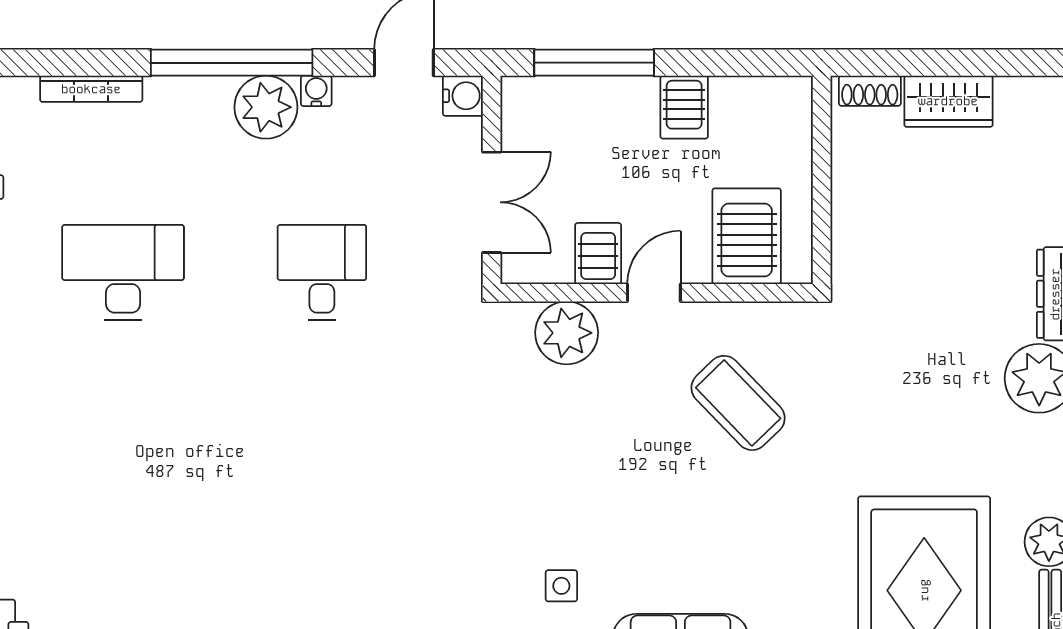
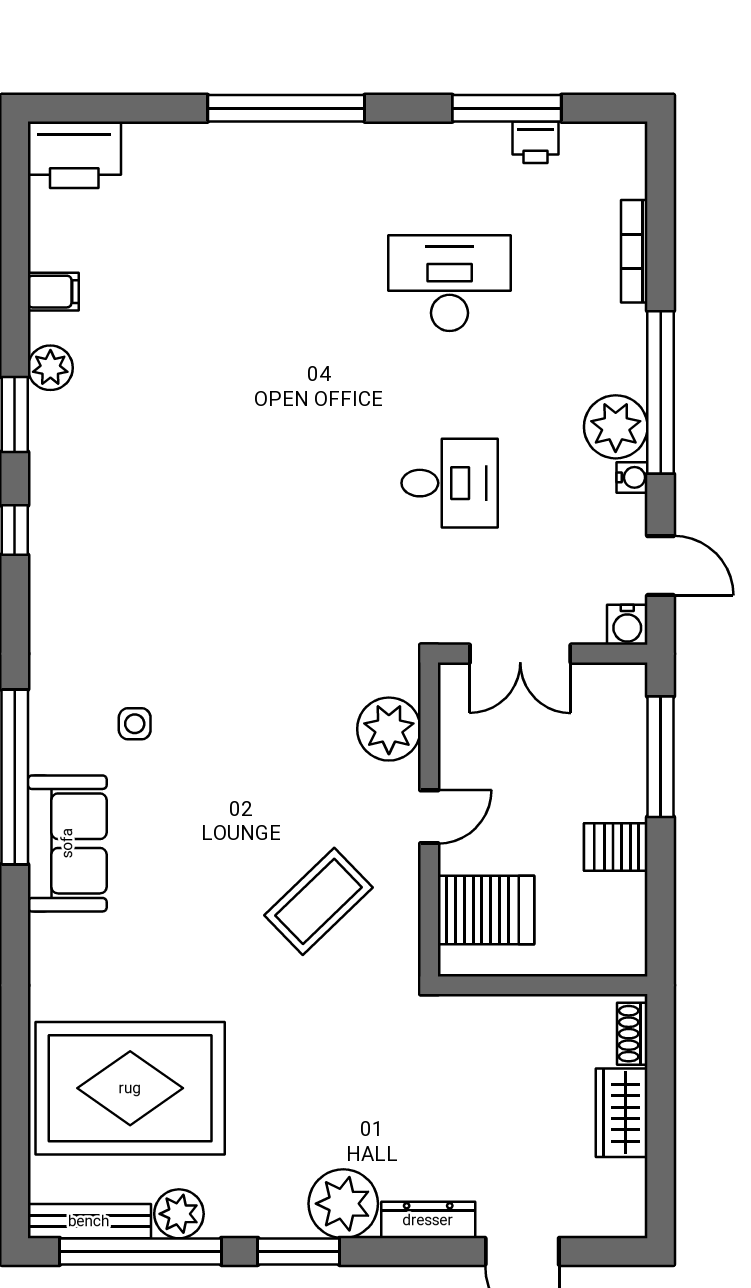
server rack: (598, 254) -> (469, 761), removed
desk: (123, 273) -> (450, 283), turned -90
door: (654, 293) -> (429, 817), hinge flipped

